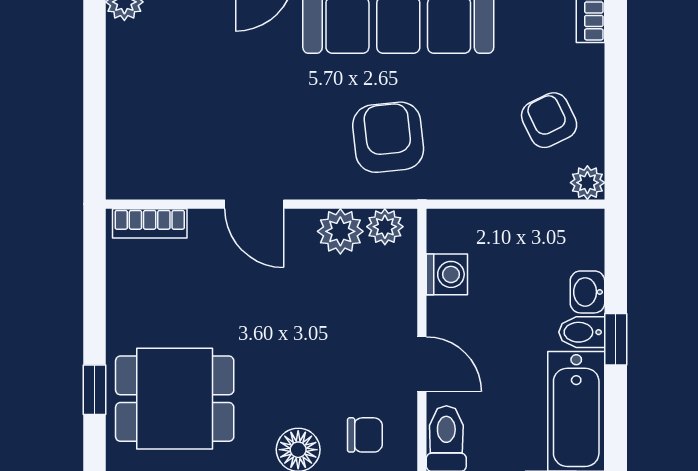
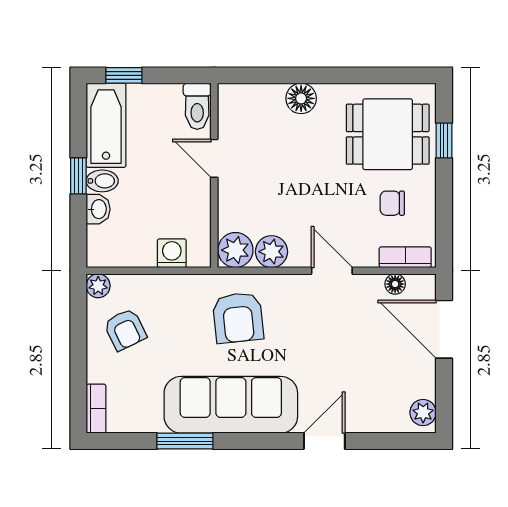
door: (94, 121) -> (444, 329), added
floor lamp: (164, 185) -> (395, 284), added
plant: (385, 227) -> (235, 250), width x1.38, depth x1.38
washing machine: (447, 274) -> (172, 253), moved, turned 90
chair: (365, 435) -> (392, 203), moved

